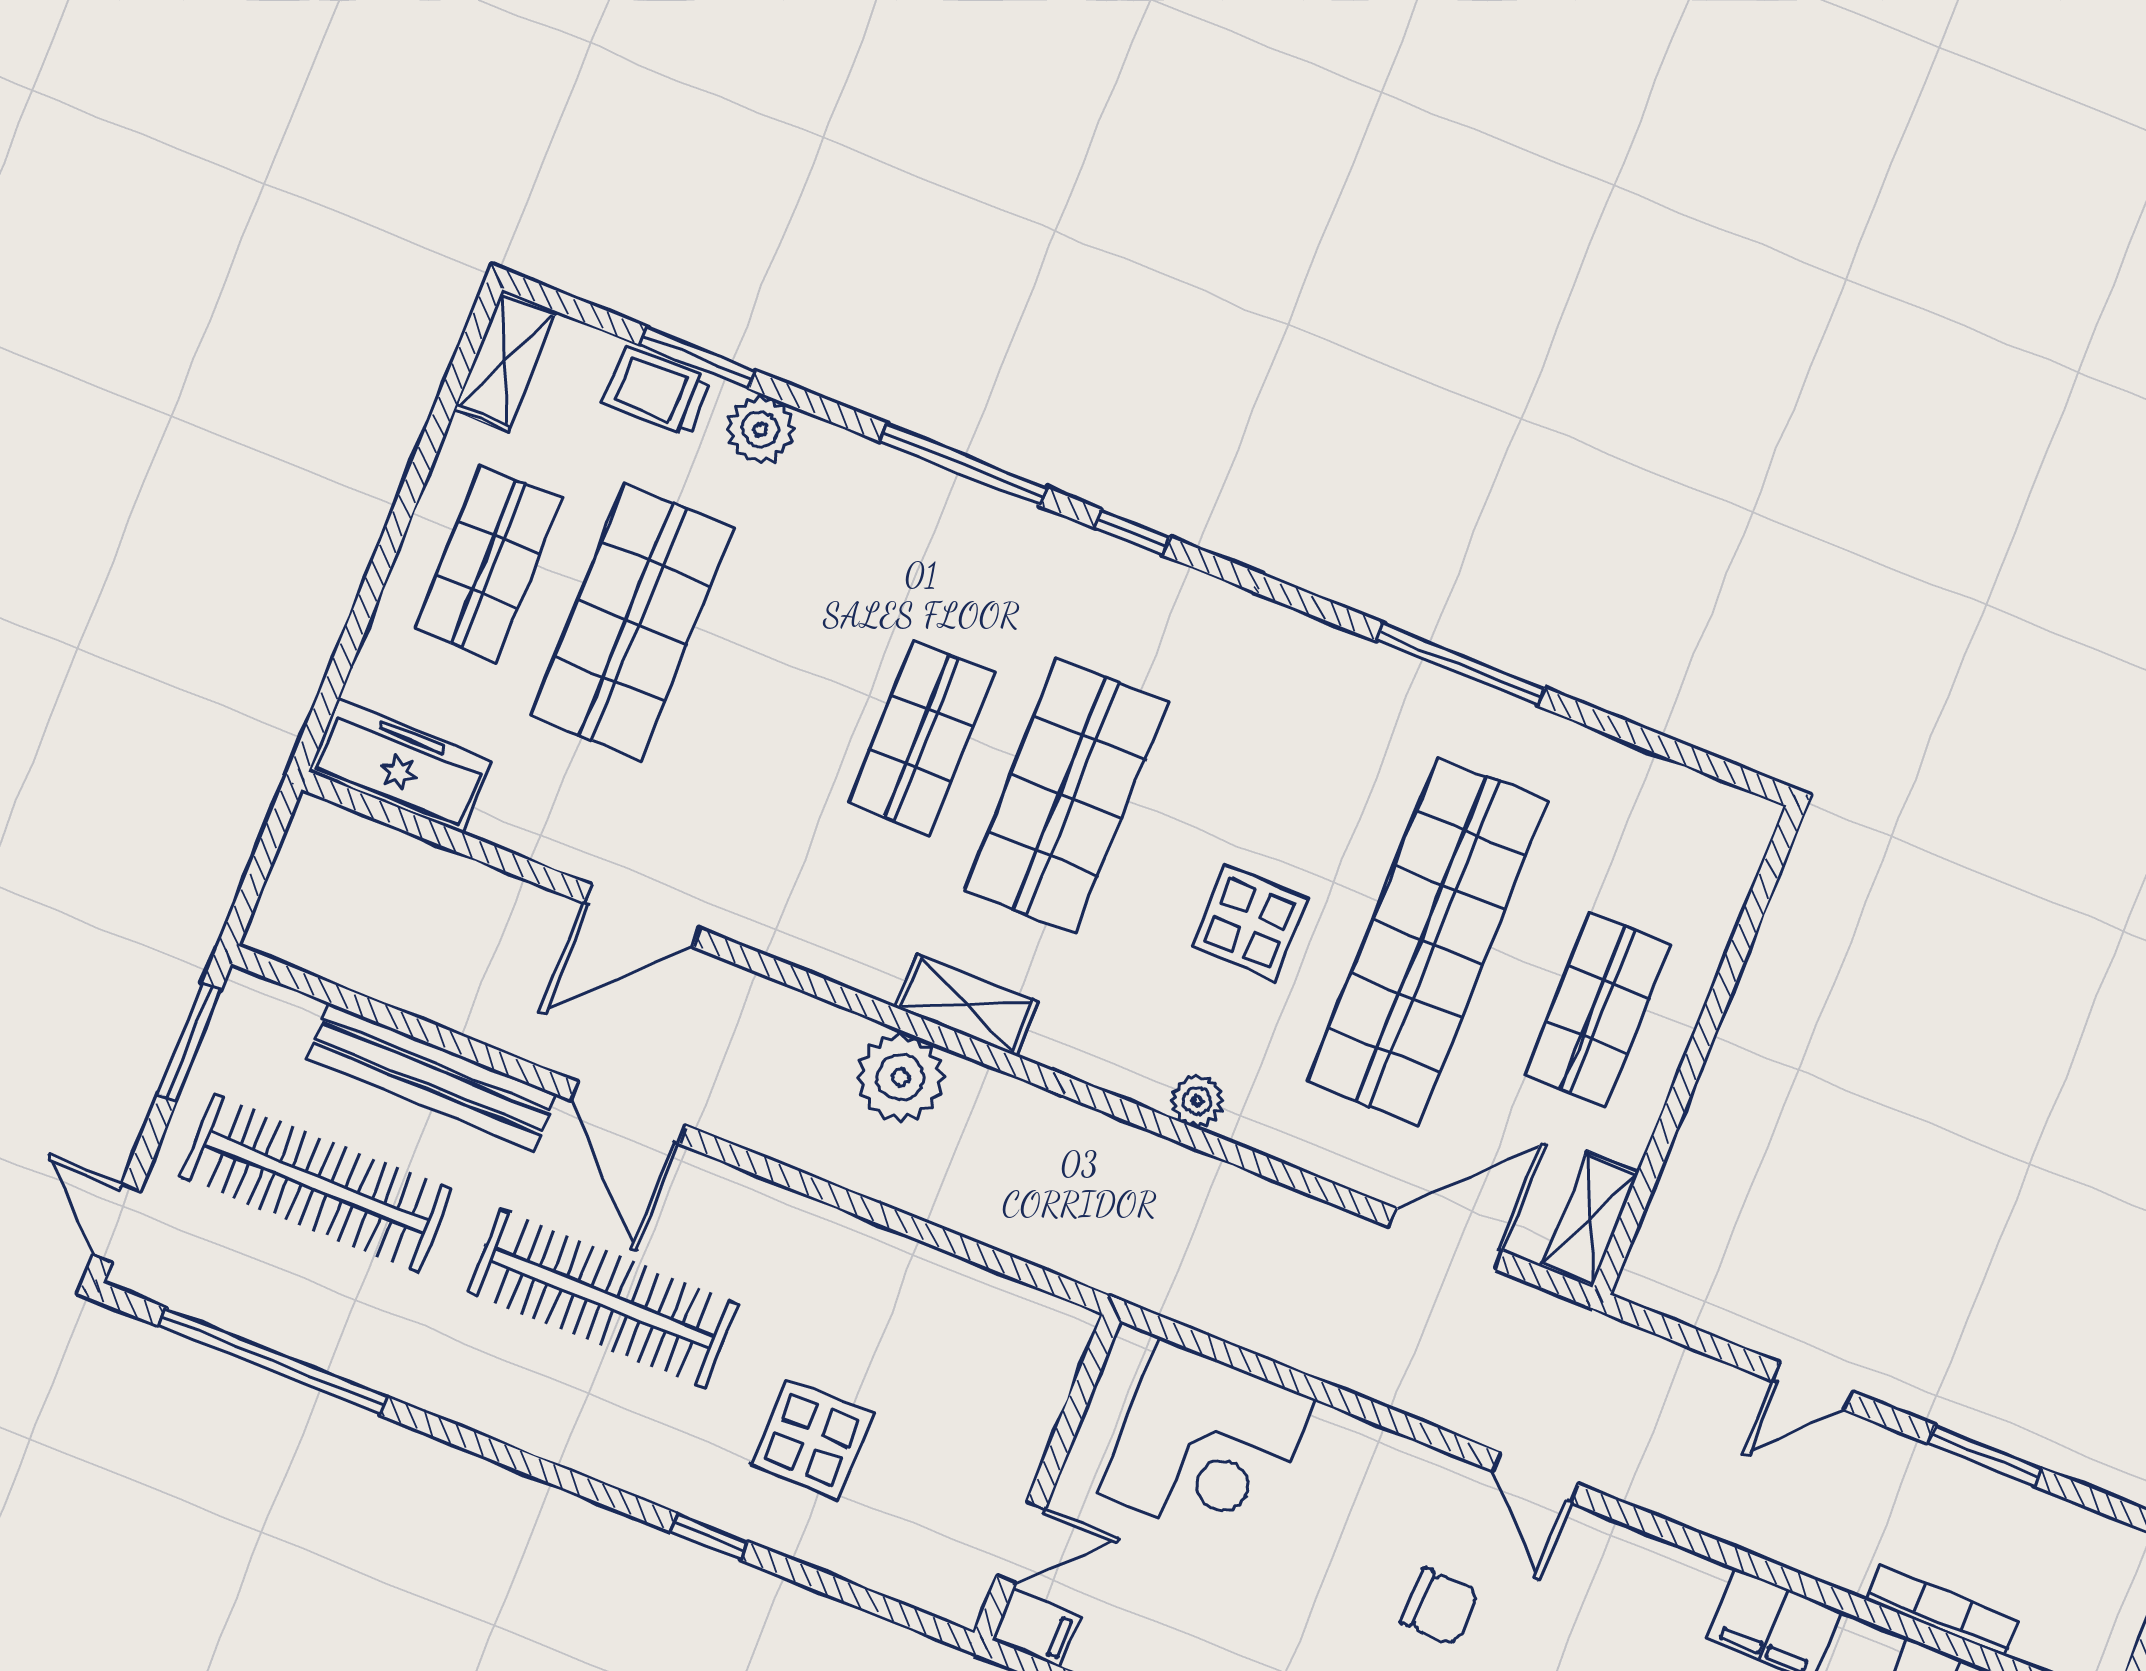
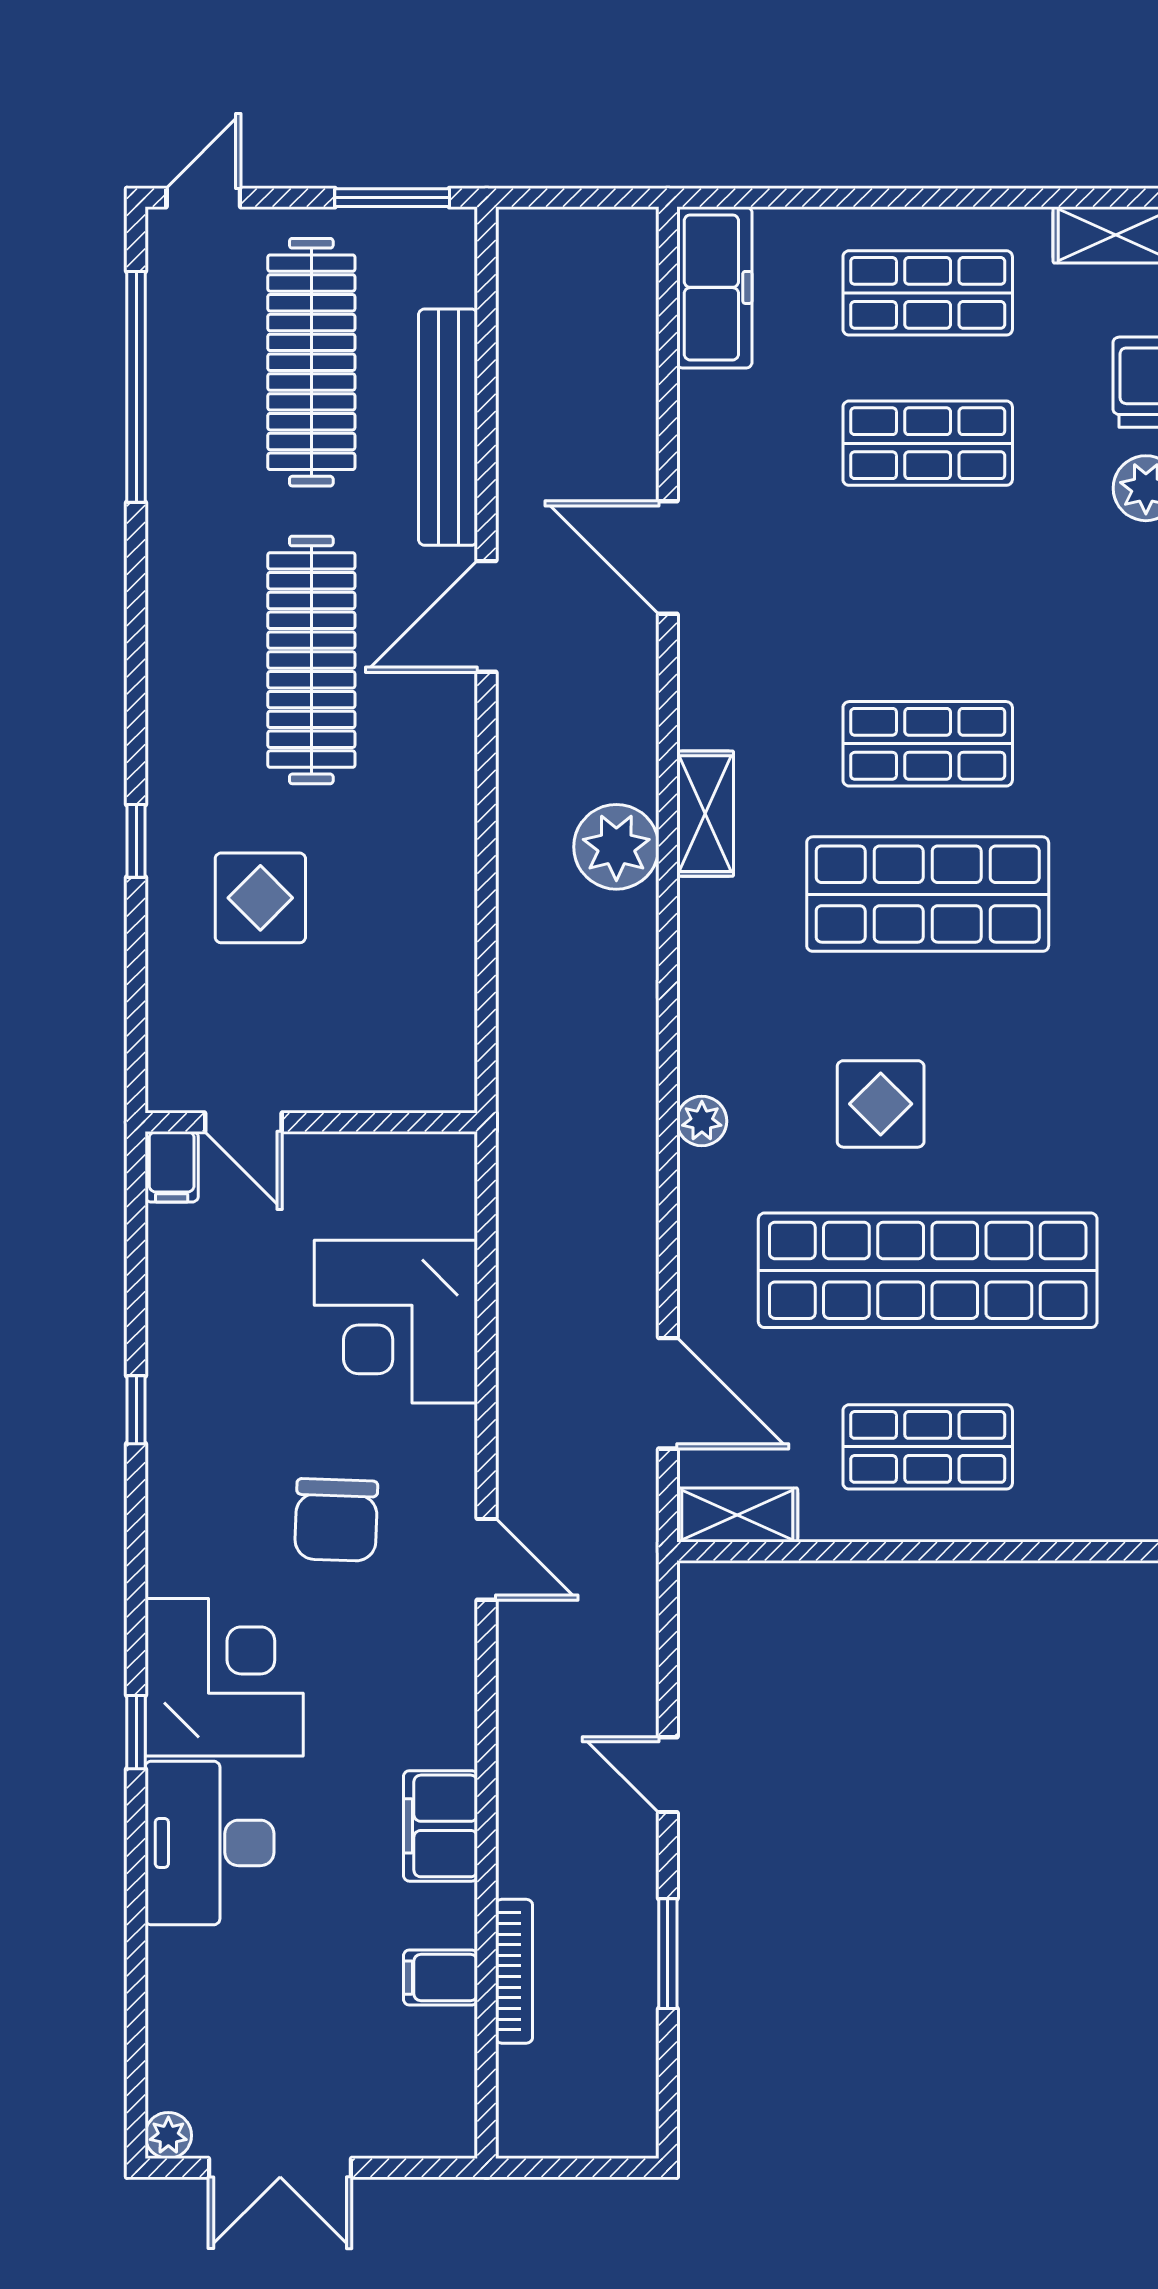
shop shelf: (633, 622) -> (928, 443), width x0.70, depth x0.74
shelving: (967, 1005) -> (705, 814), moved
corner desk: (1206, 1446) -> (396, 1322), moved
door: (1535, 1477) -> (487, 1559), swing flipped
chair: (1439, 1607) -> (336, 1520), width x1.37, depth x1.37

